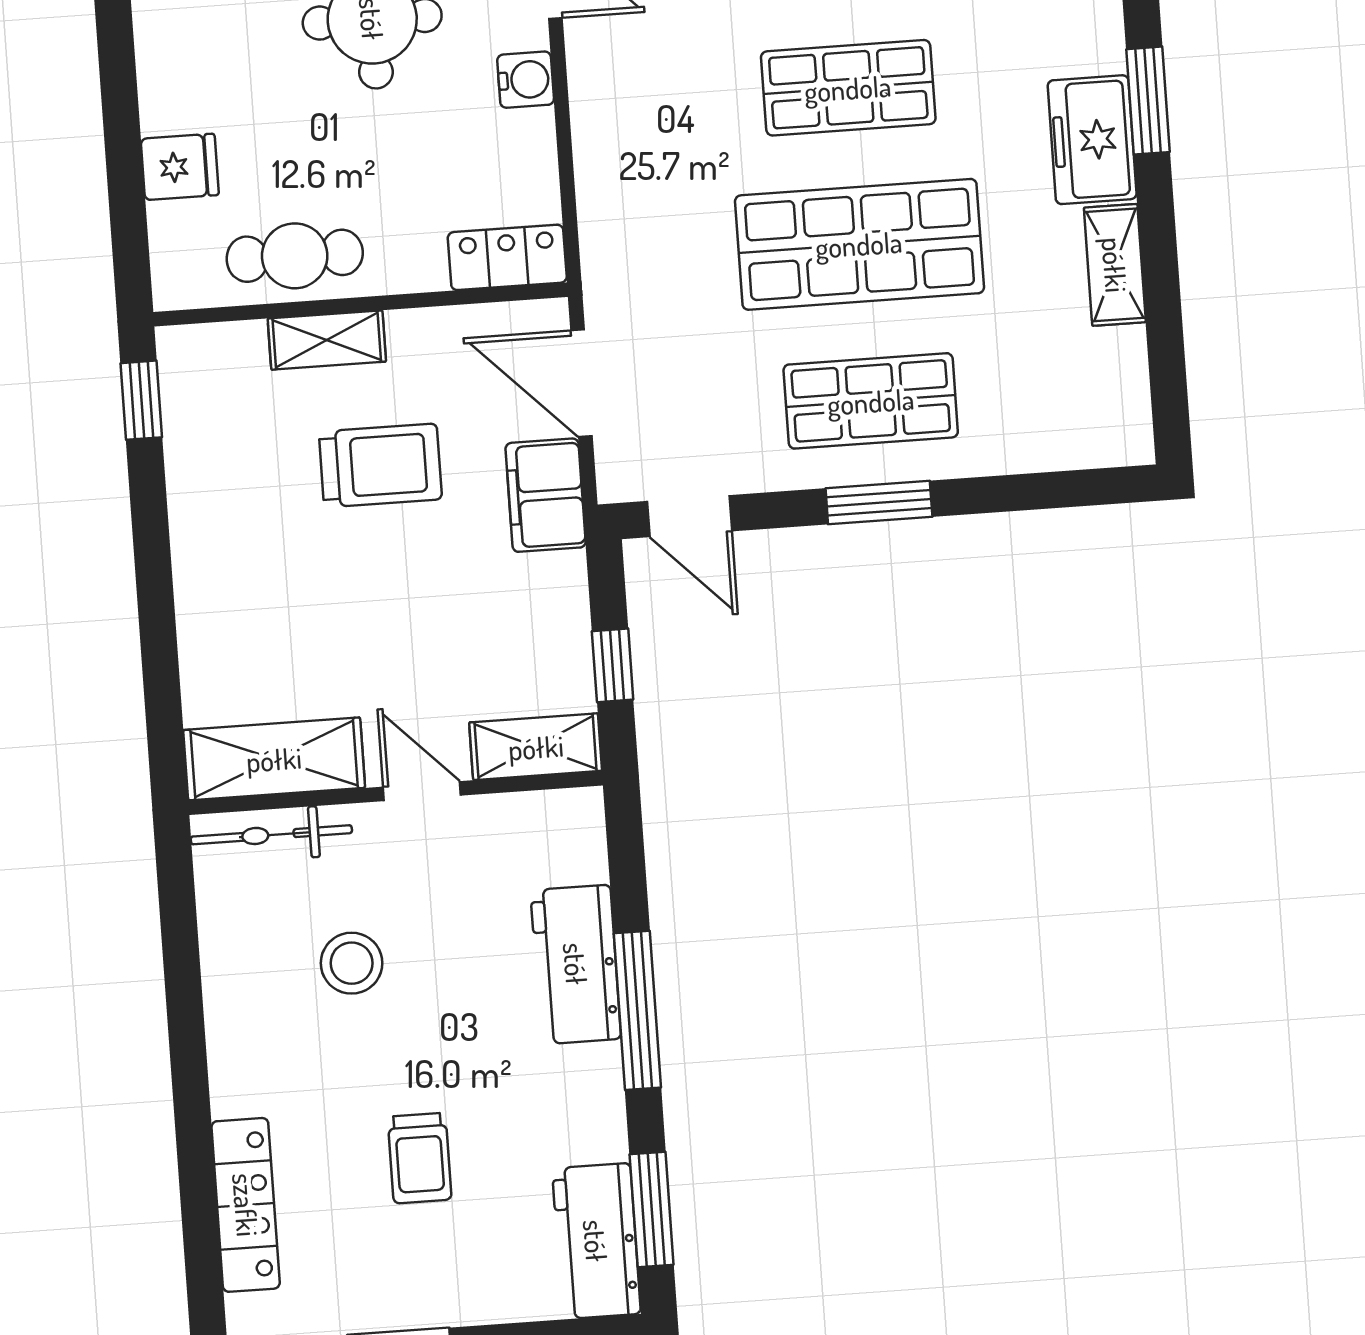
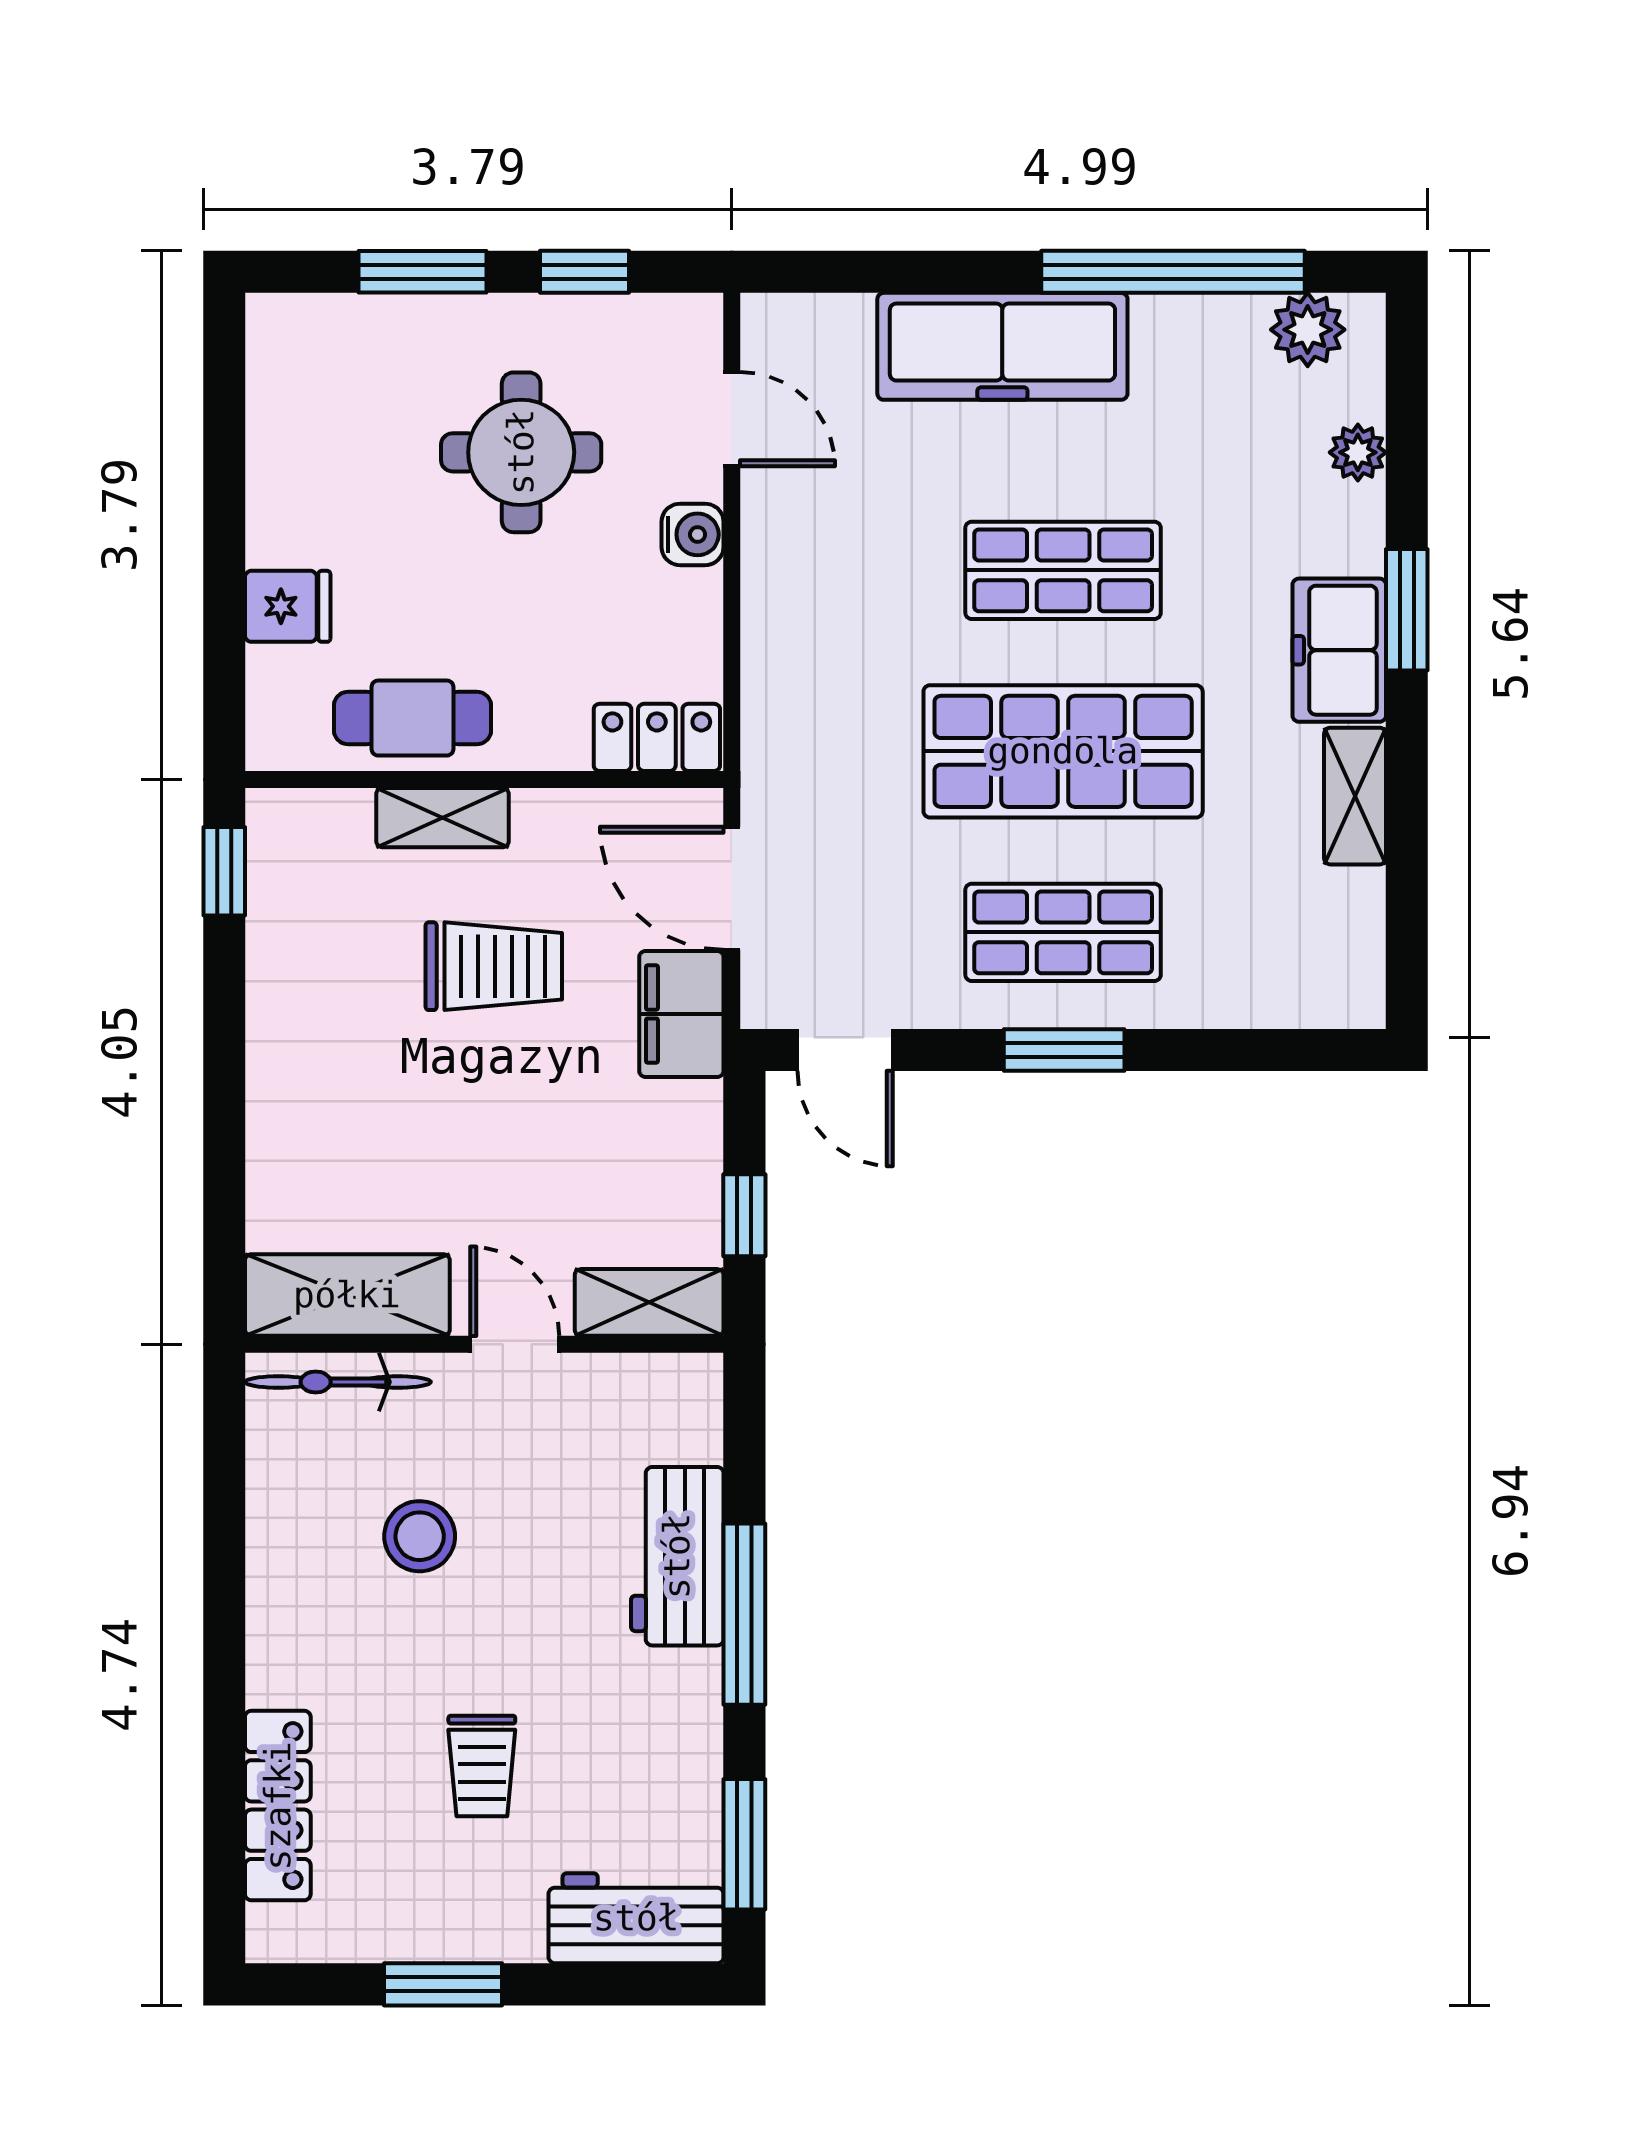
workbench: (596, 1241) -> (636, 1918), moved, turned 90

